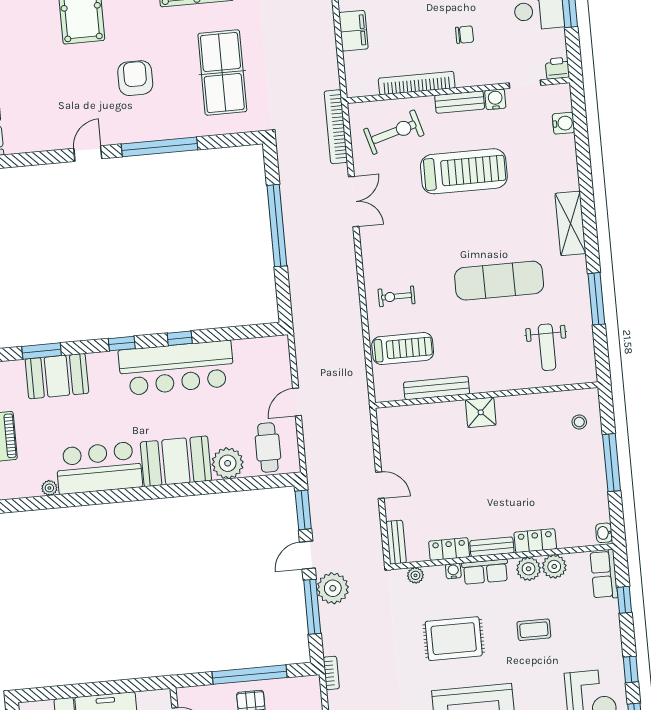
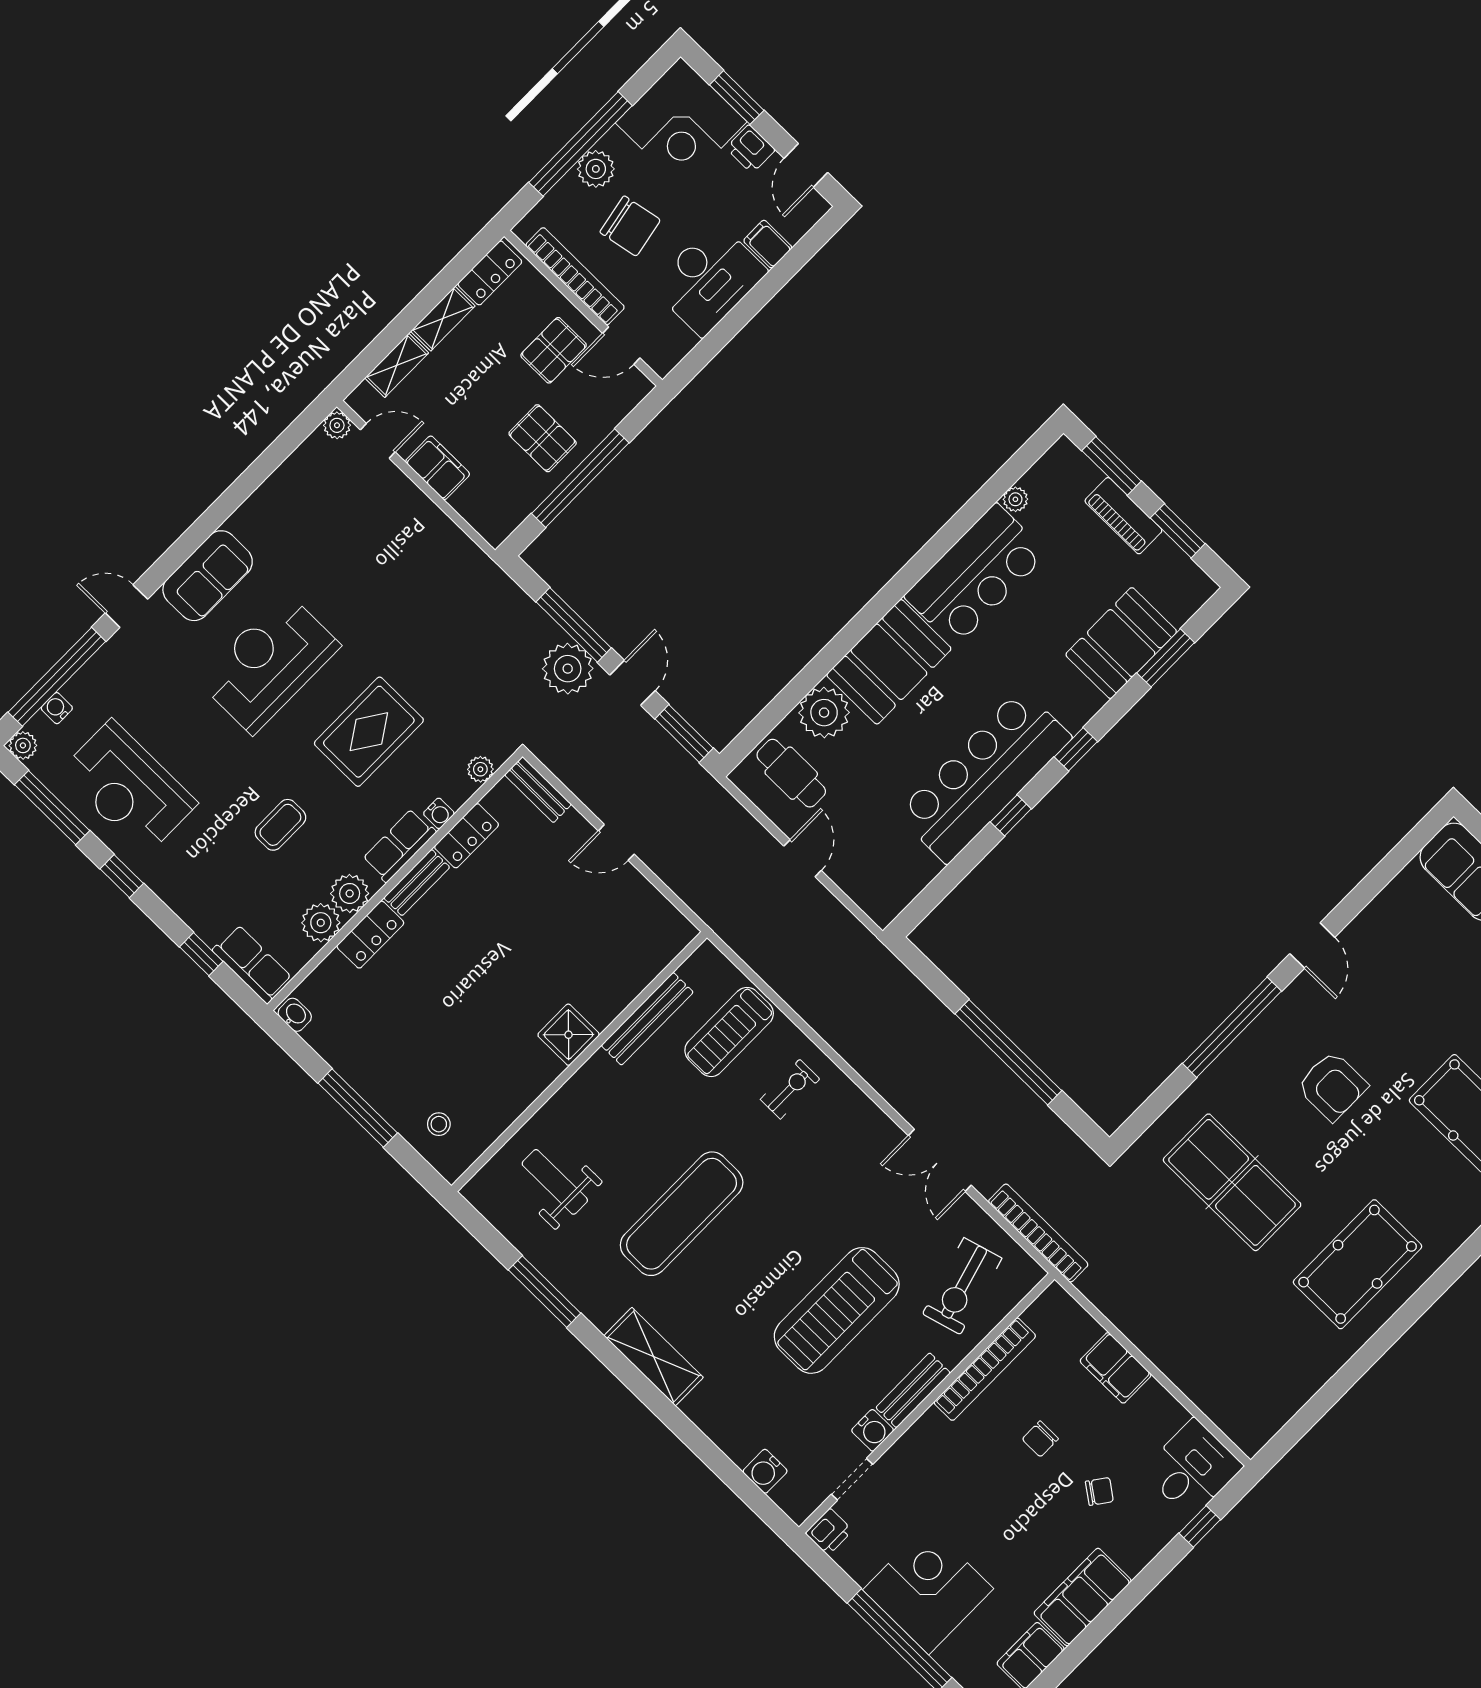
chair: (465, 35) -> (1040, 1439), moved
bookcase: (331, 673) -> (482, 564), removed

